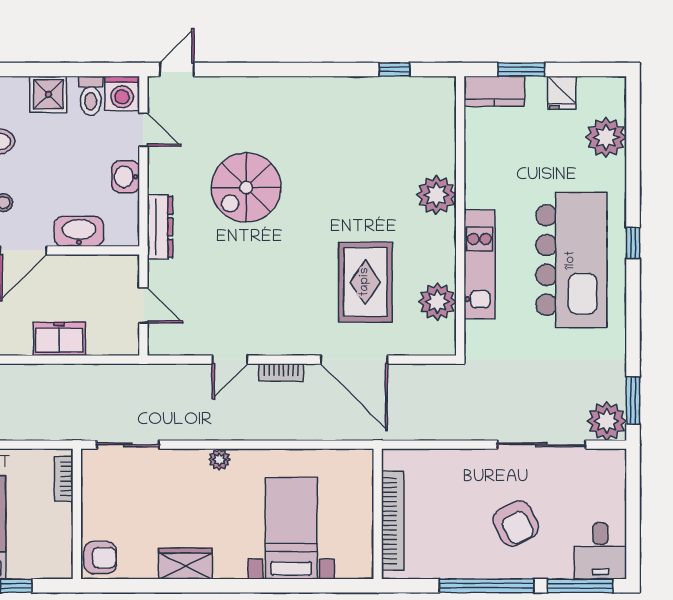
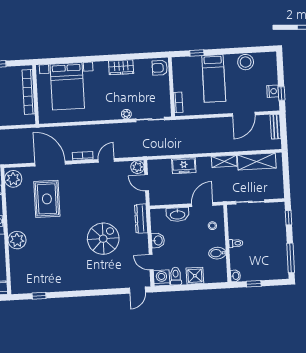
plant: (437, 302) -> (13, 179), moved
plant: (162, 341) -> (137, 167), added
plant: (219, 459) -> (126, 114), moved
bed with nightstands: (291, 528) -> (67, 86), width x1.36

